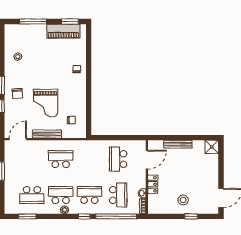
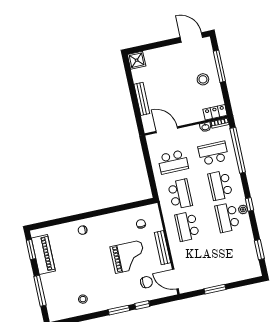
chair: (17, 94) -> (146, 282), moved
locker: (153, 184) -> (215, 112), moved
school desk: (32, 195) -> (180, 194), moved
window: (84, 216) -> (250, 204), moved
window: (191, 216) -> (219, 66), width x2.17

